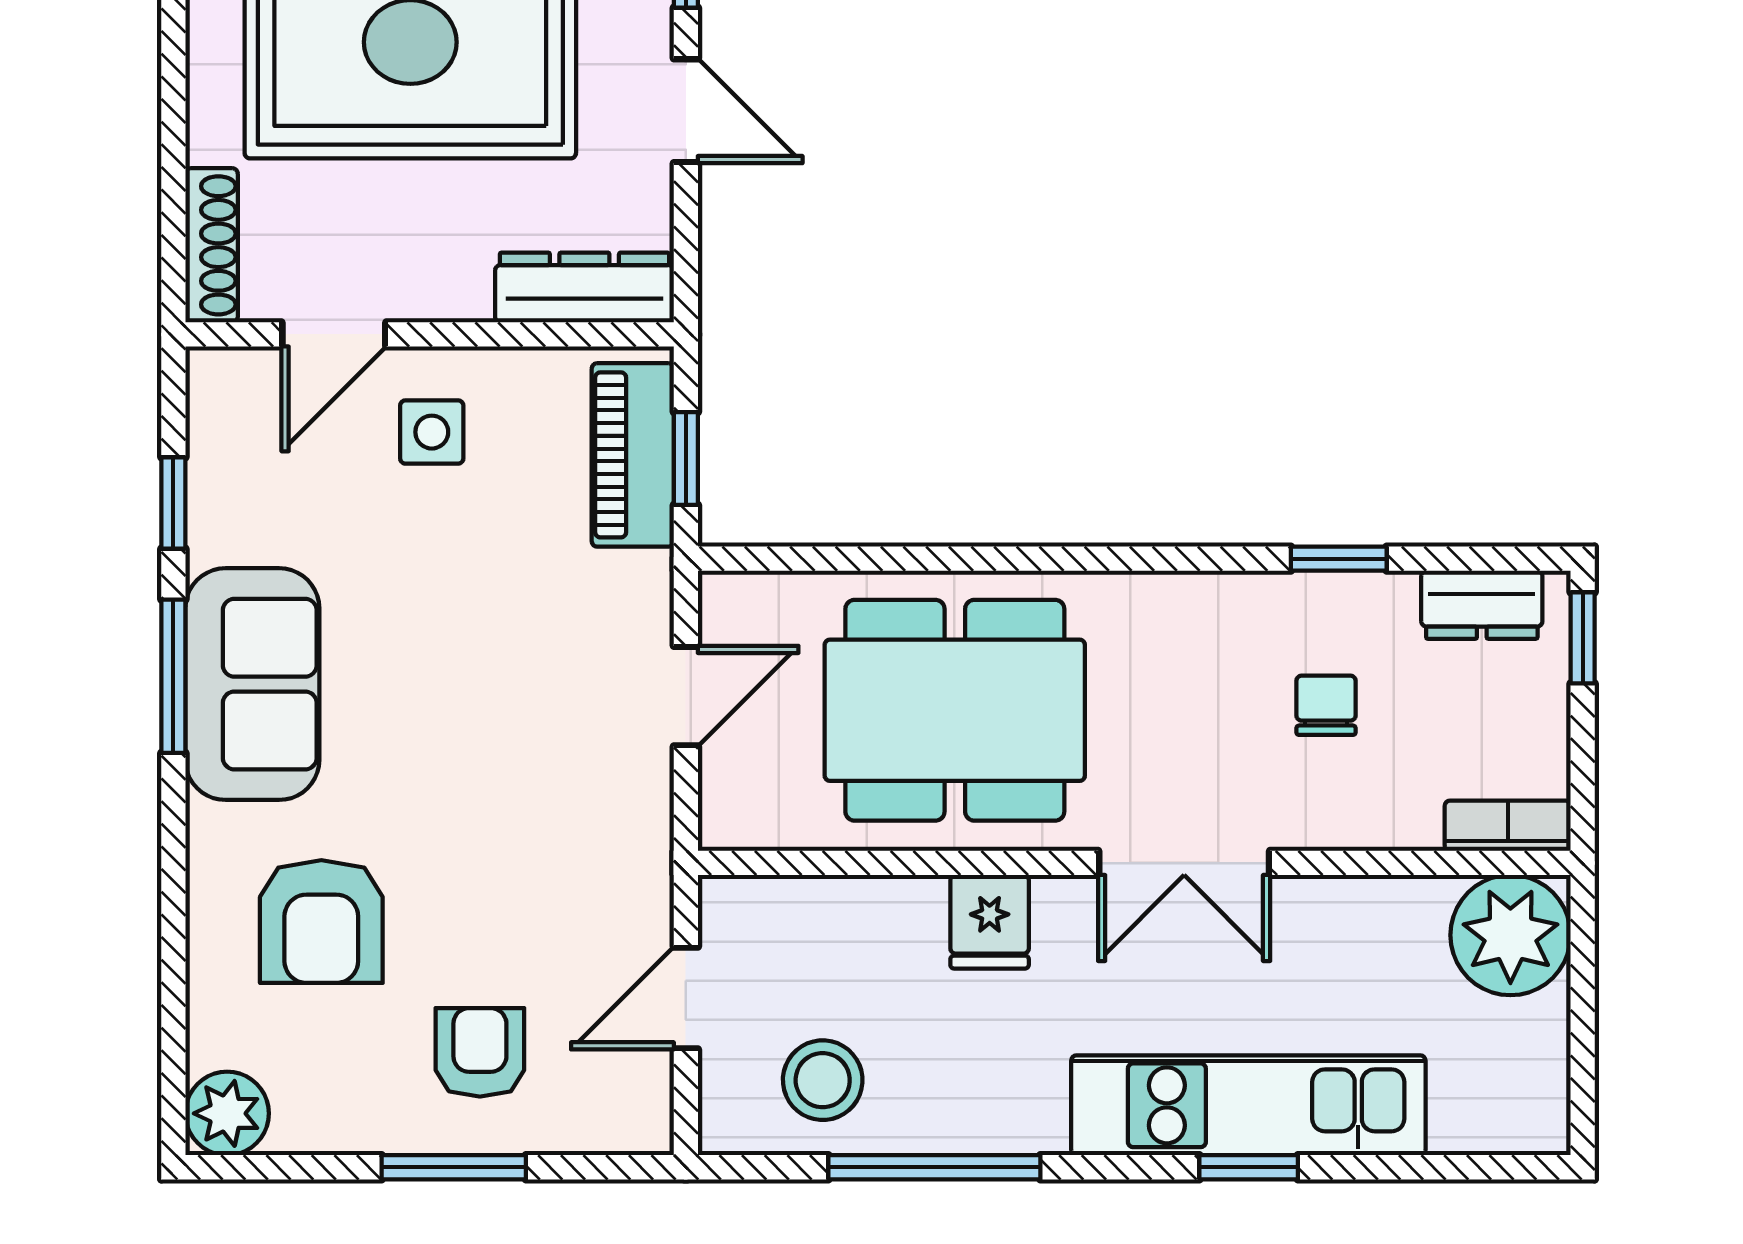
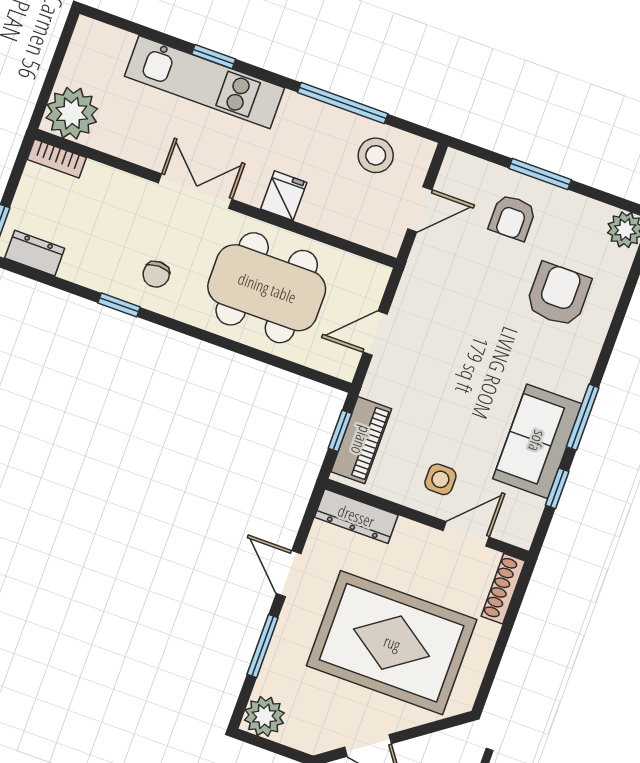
window: (1339, 559) -> (119, 305), moved
sofa: (252, 684) -> (537, 441), moved
chair: (1326, 705) -> (156, 274), moved

